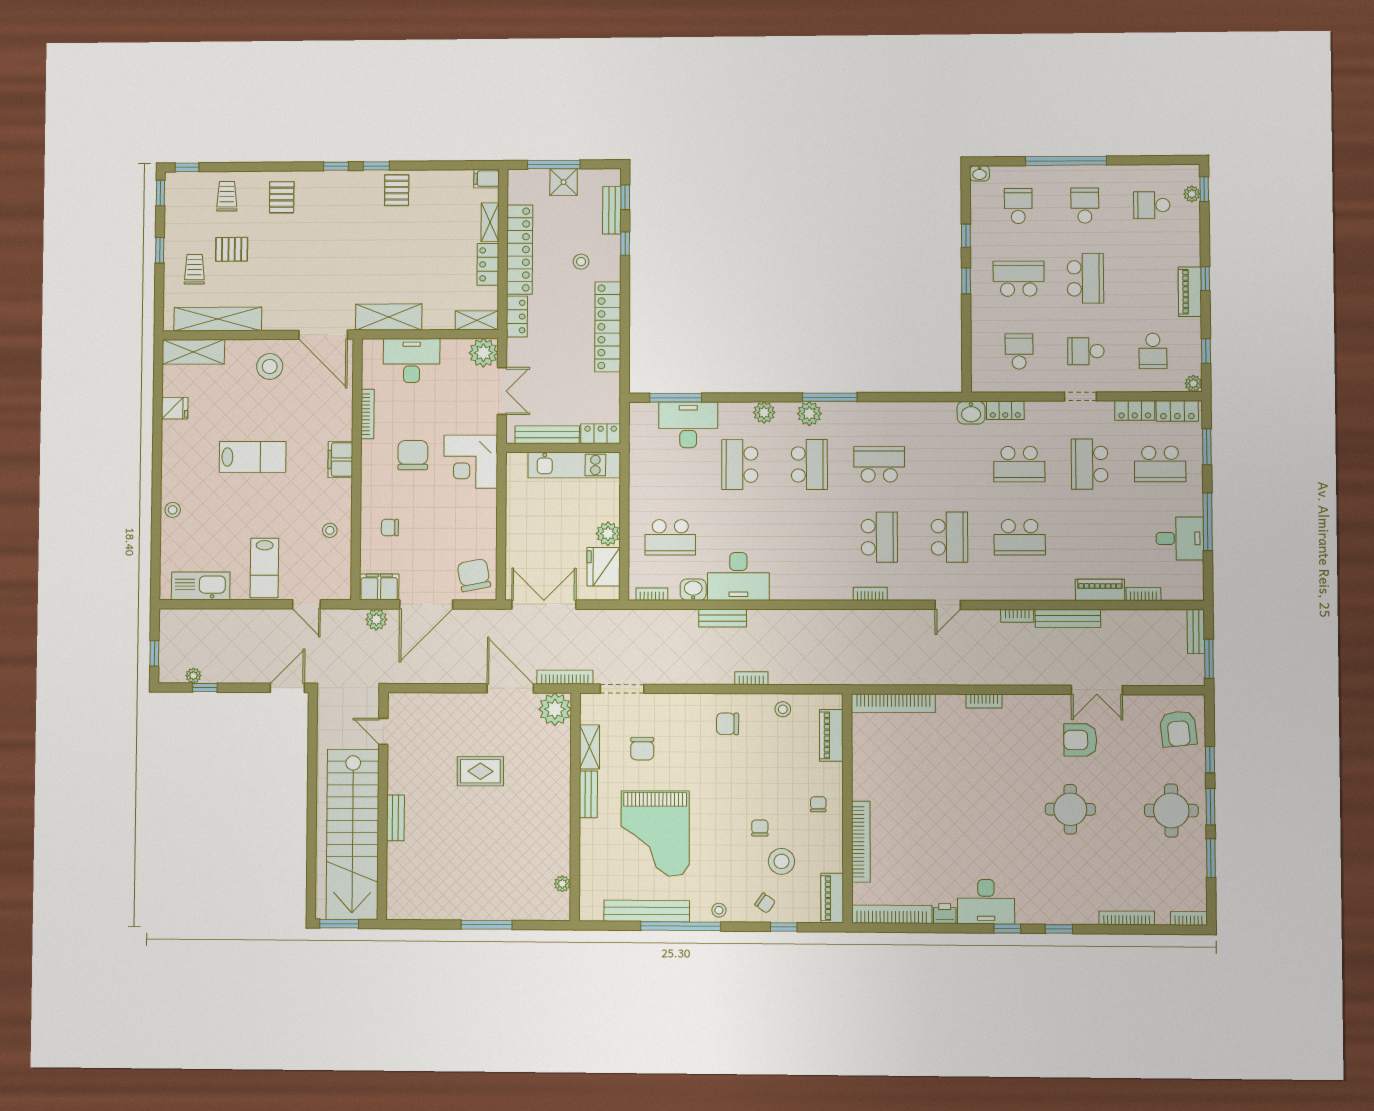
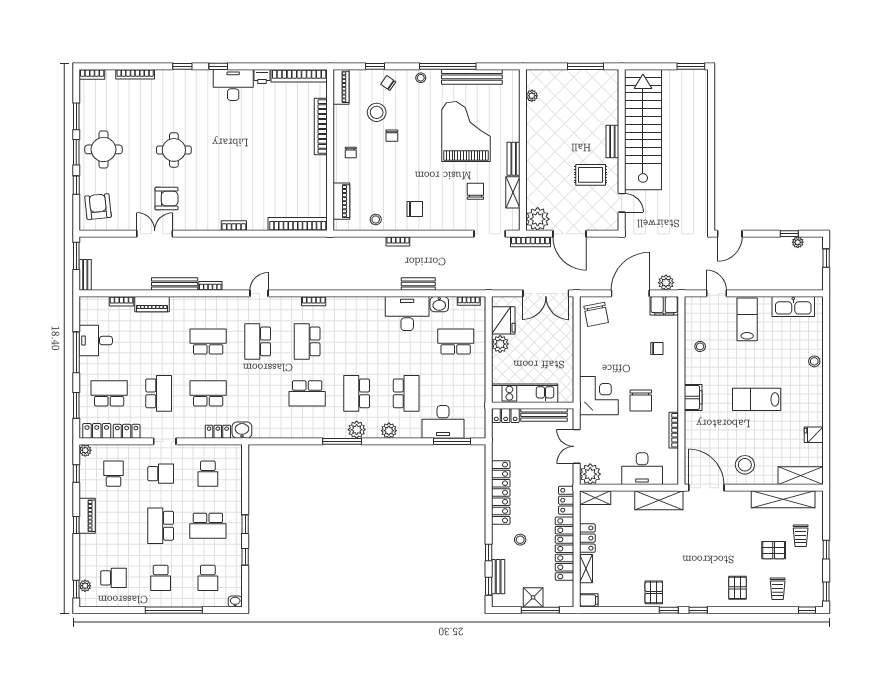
door: (383, 731) -> (622, 203), moved
wall: (383, 806) -> (622, 150), moved
bench: (395, 818) -> (612, 142), moved
stairs: (353, 834) -> (643, 130), moved

